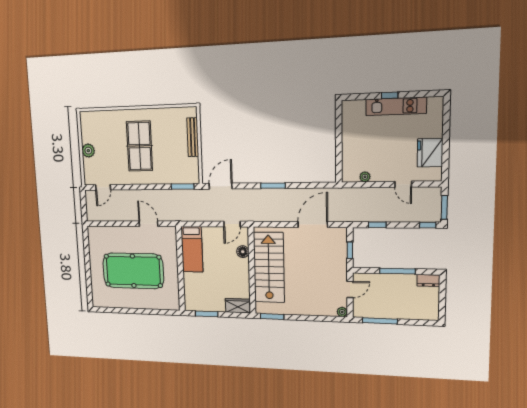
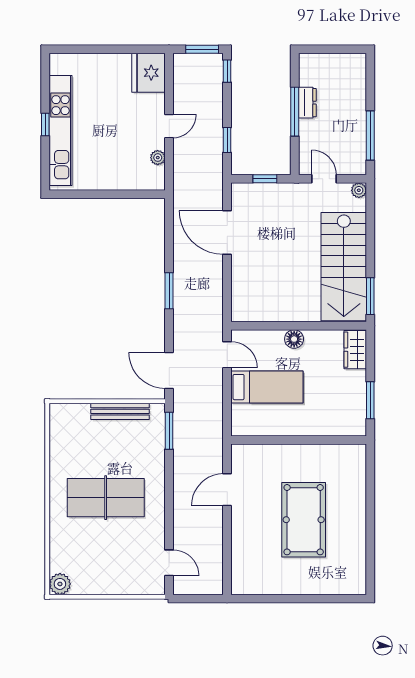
kitchen unit: (396, 106) -> (61, 130), width x1.36
bench: (193, 137) -> (120, 411), moved
plant: (88, 151) -> (60, 584), moved
fridge: (430, 153) -> (149, 73), moved, turned 90
door: (403, 184) -> (169, 126), moved
bed: (192, 249) -> (267, 387), moved
floor lamp: (243, 252) -> (294, 339), moved
stairs: (269, 267) -> (344, 267), moved, turned -90
pool table: (133, 271) -> (304, 520), width x0.73, depth x0.76
dresser: (428, 280) -> (307, 103), moved

